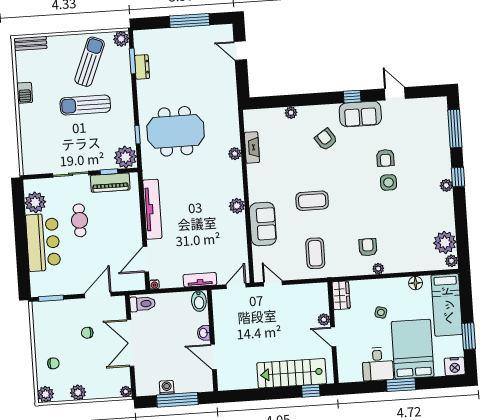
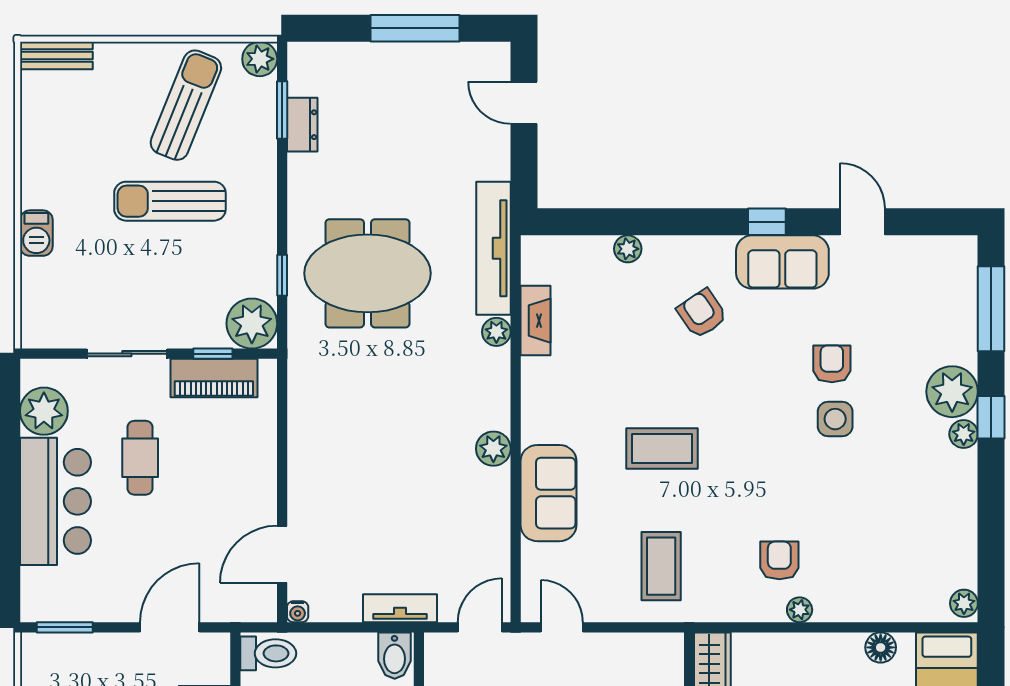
barbecue: (25, 93) -> (36, 233), moved
armchair: (385, 158) -> (832, 364), turned 180
tv unit: (152, 209) -> (493, 248), moved, turned 180
plant: (445, 242) -> (952, 392), moved

